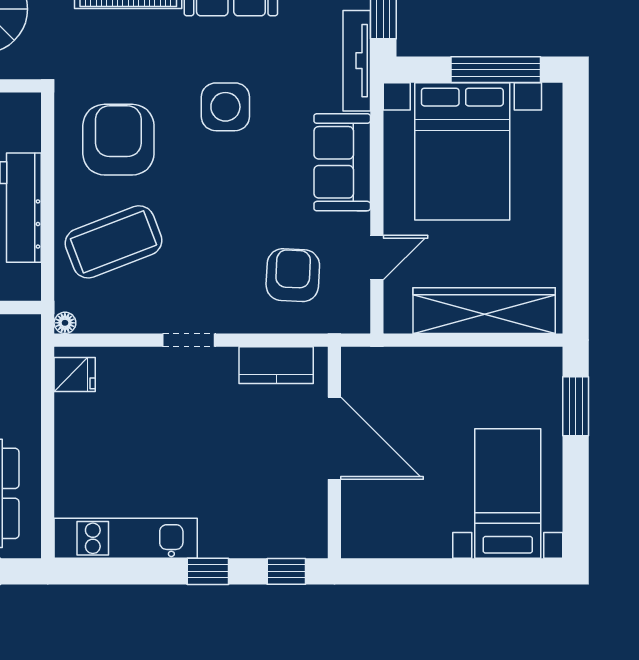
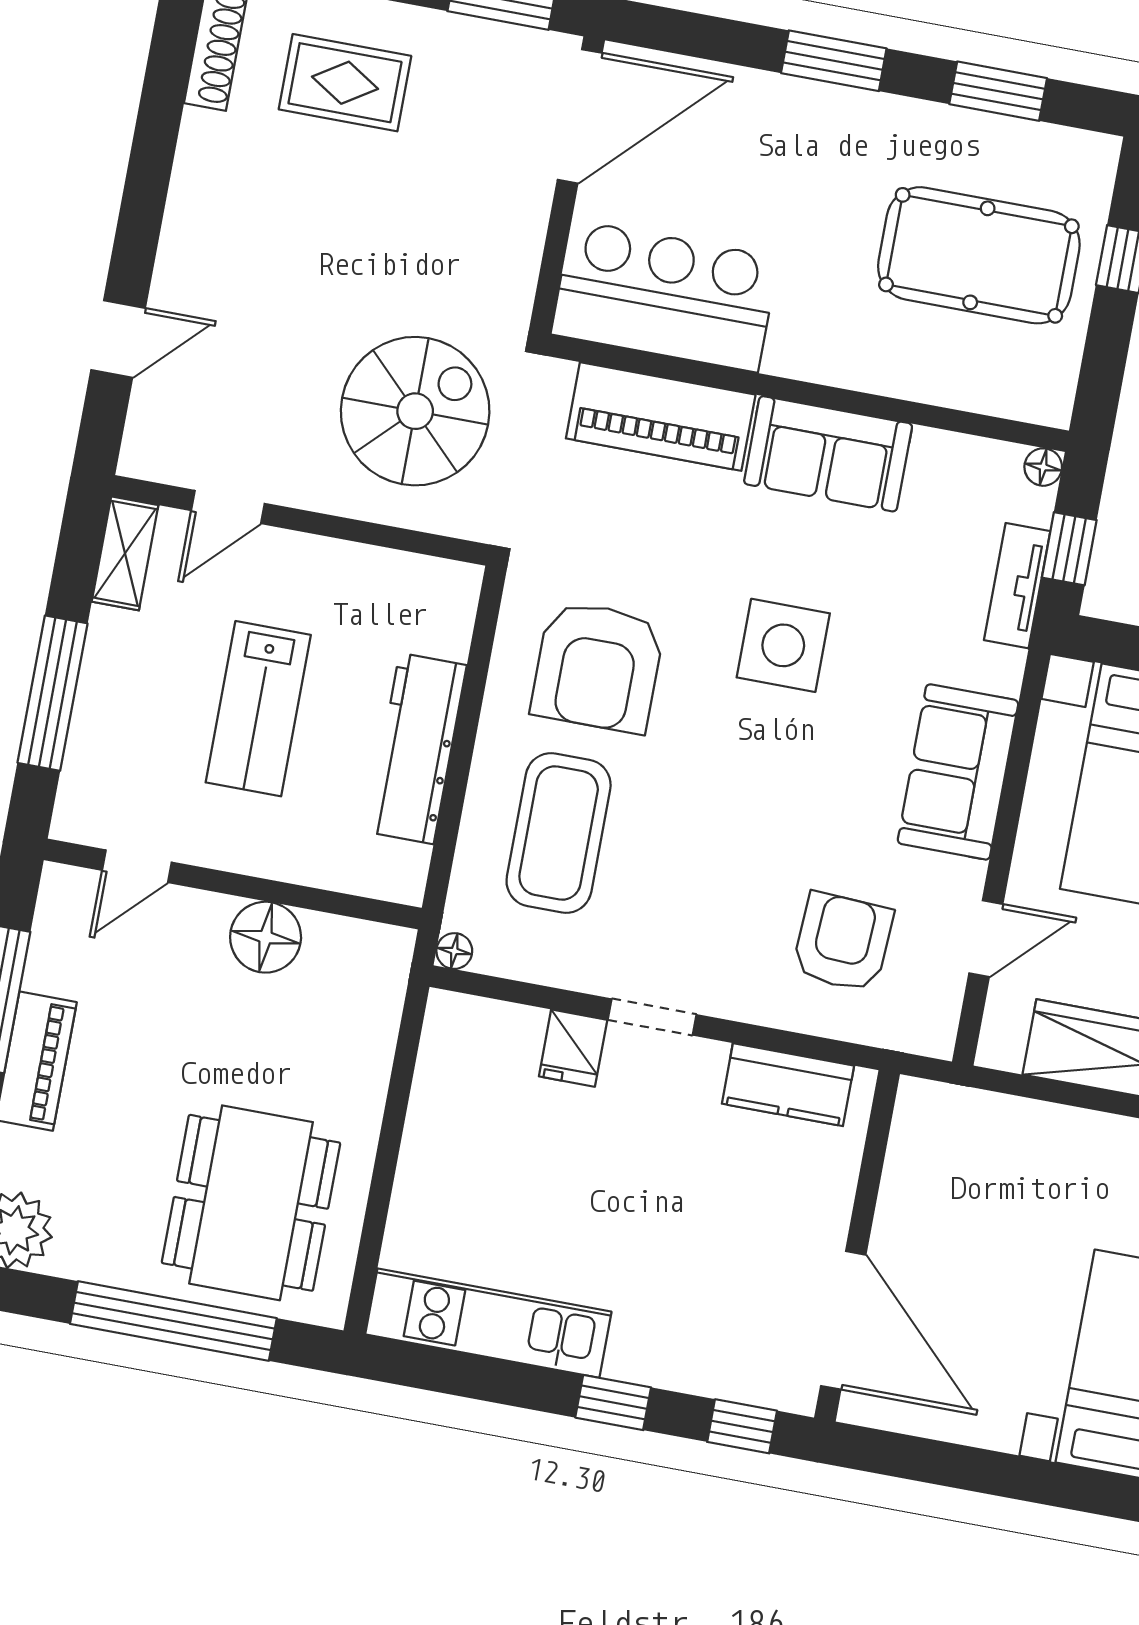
tv unit: (357, 61) -> (1017, 586), width x0.71
armchair: (118, 140) -> (598, 667), turned 180
coffee table: (114, 242) -> (559, 833), turned -69
fridge: (75, 374) -> (573, 1048), moved, turned 90
door: (334, 438) -> (843, 1320), moved

